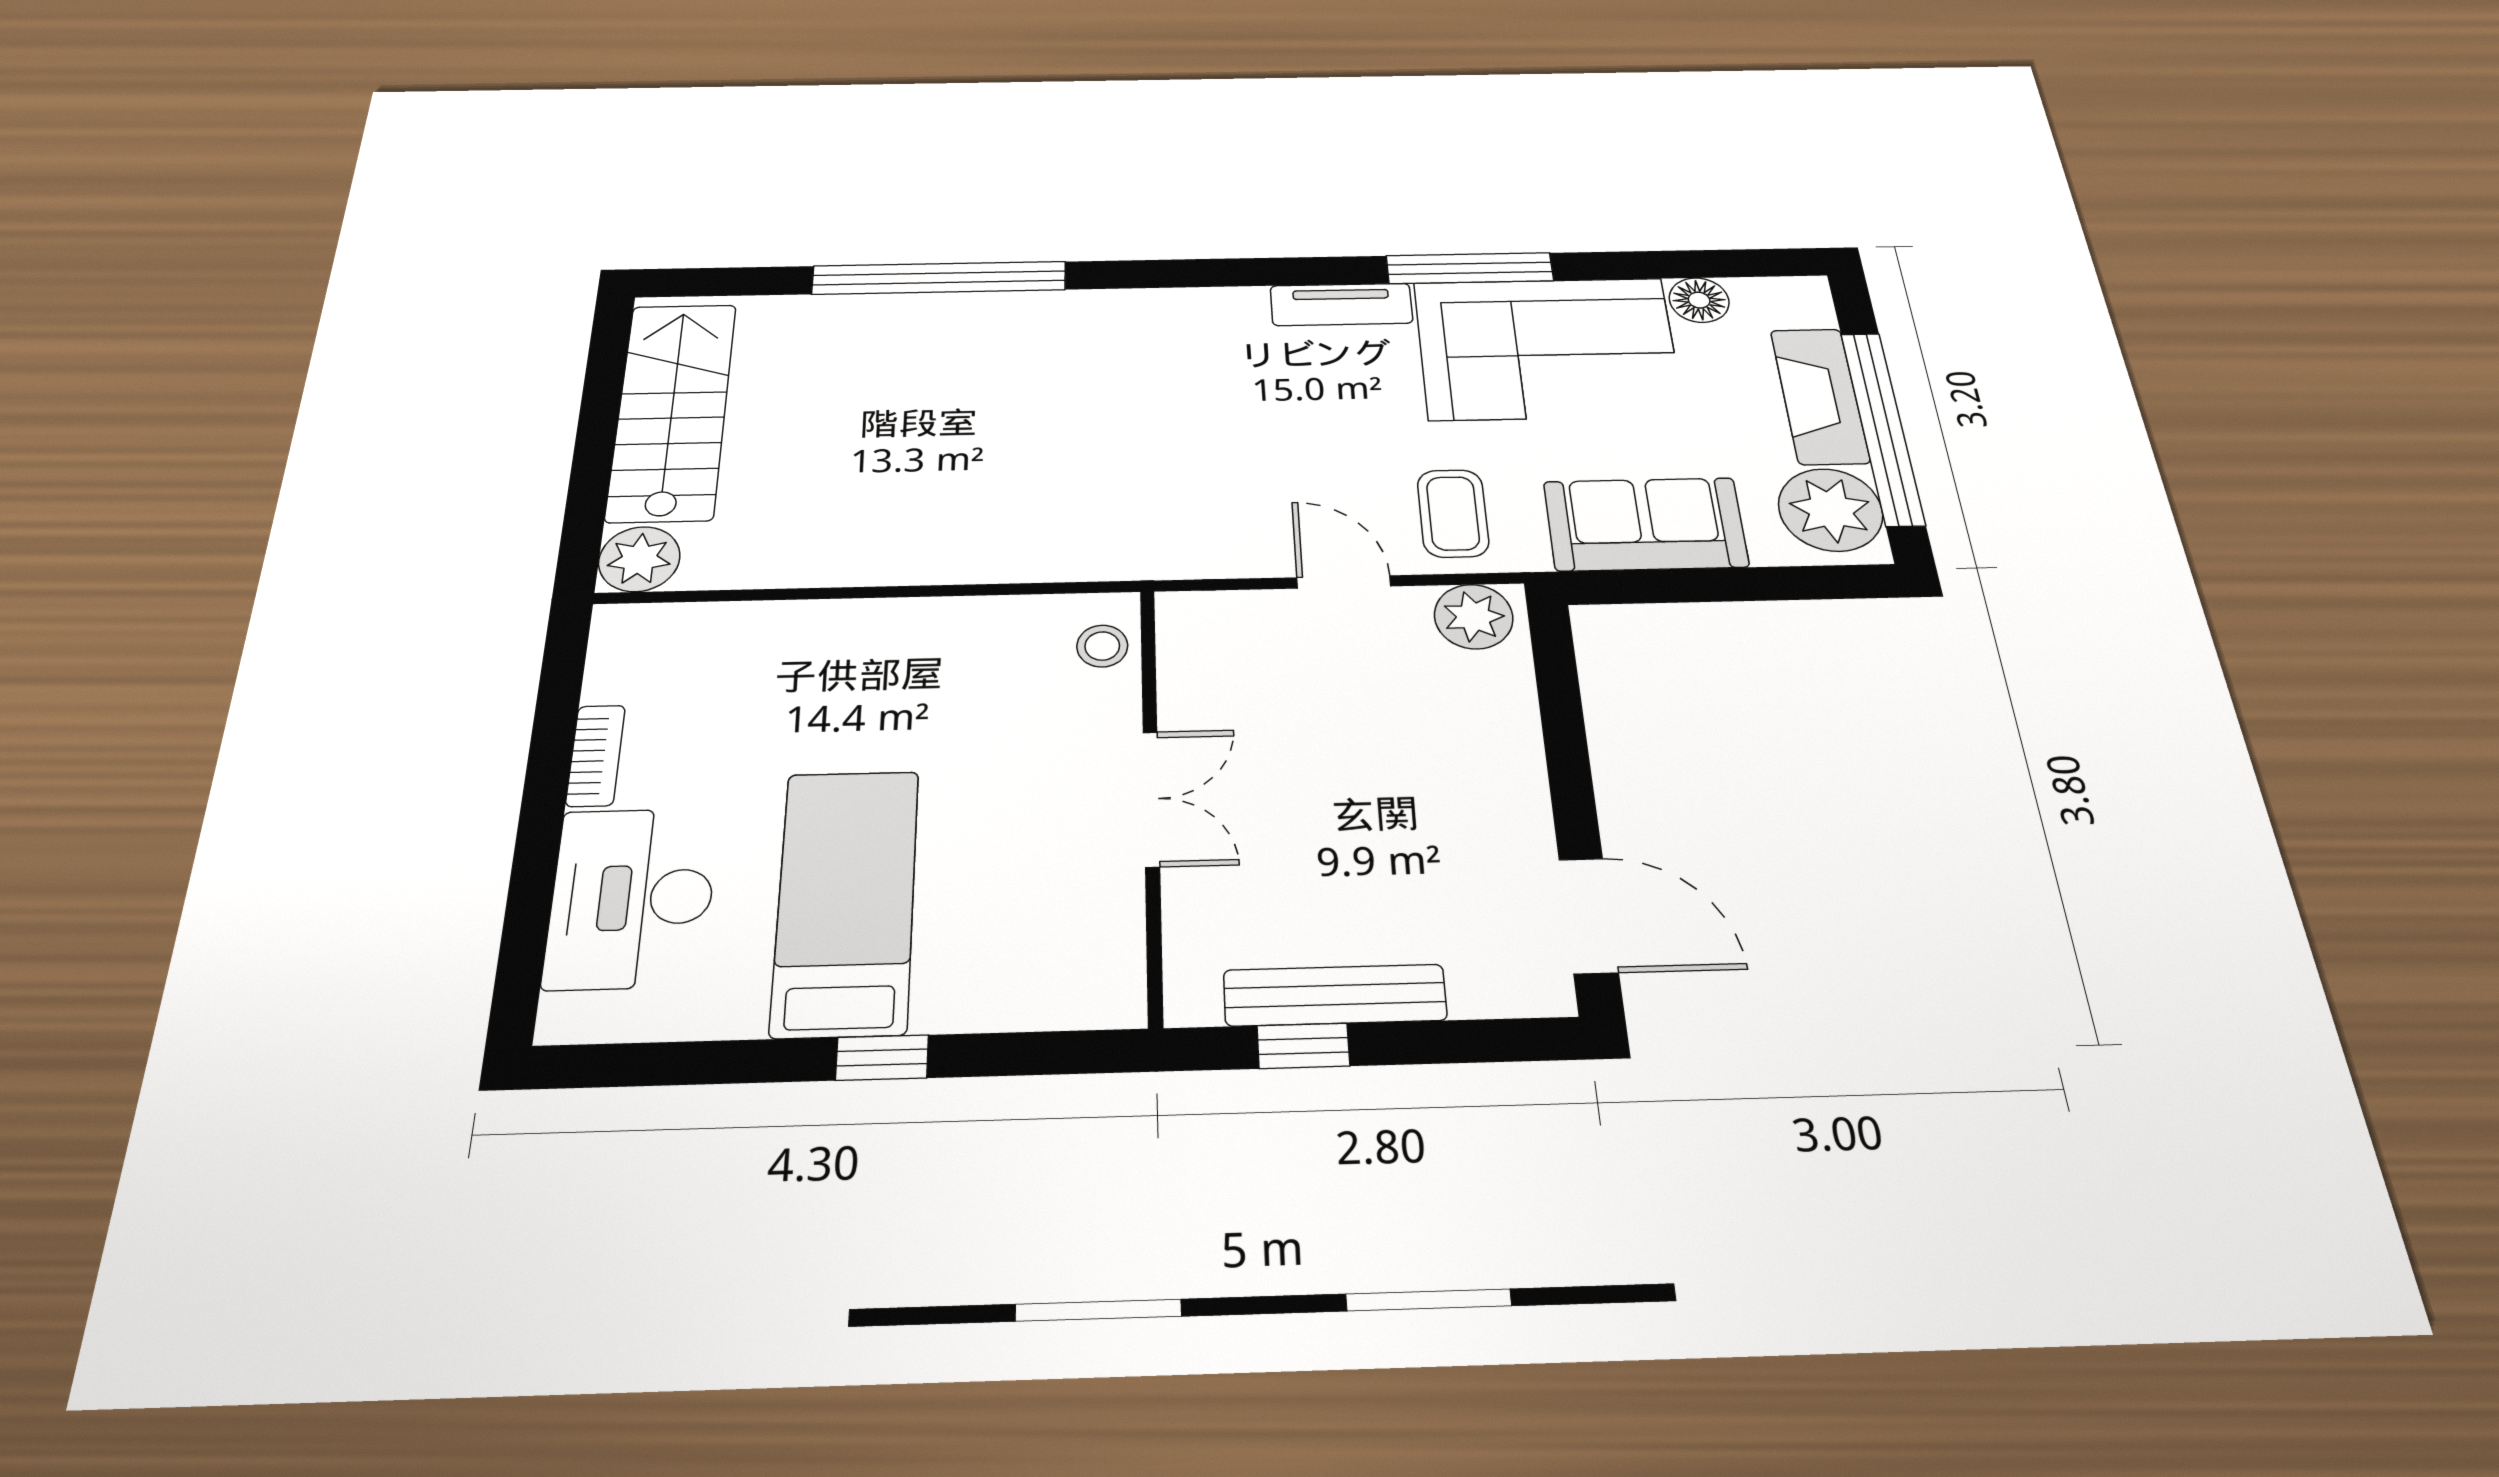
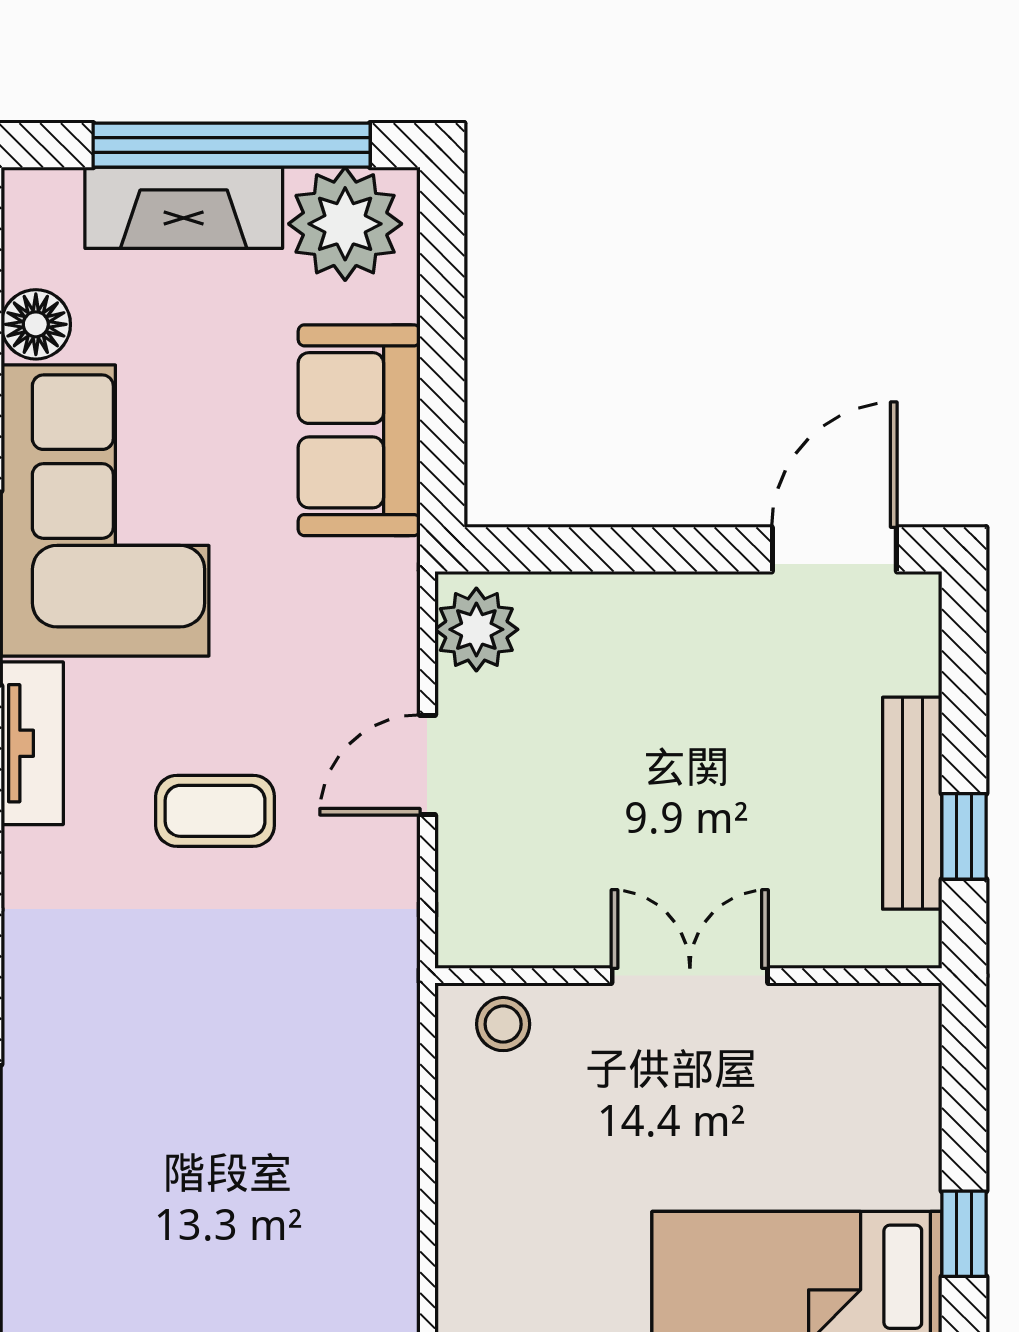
coffee table: (1453, 513) -> (215, 811), moved

